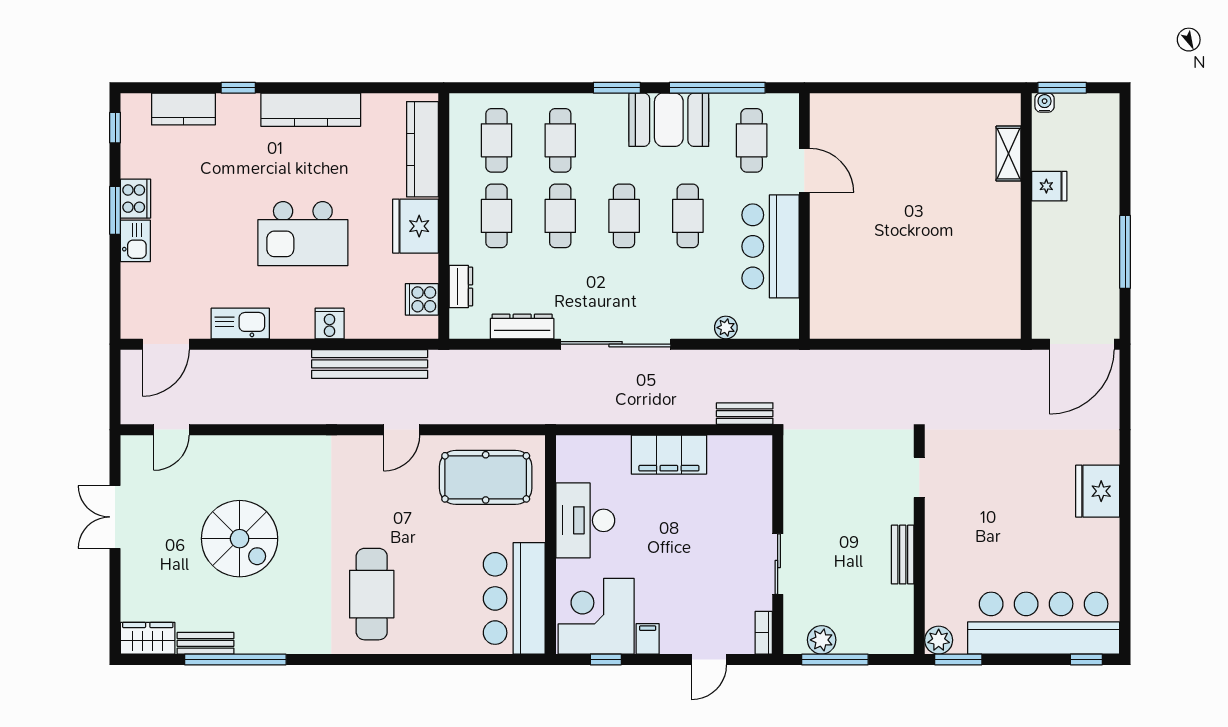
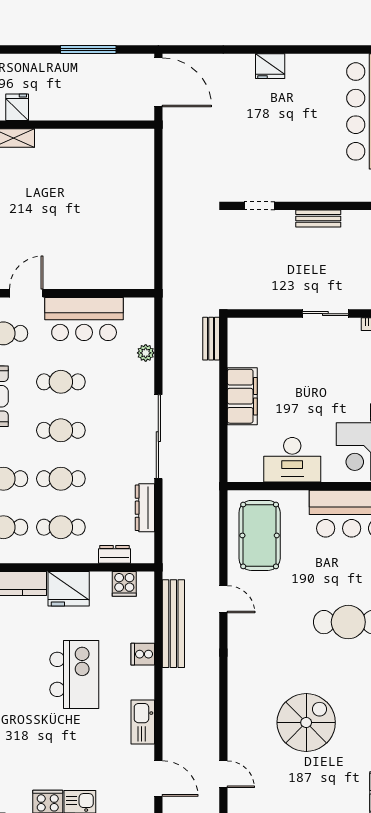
fridge: (1049, 186) -> (17, 107), moved
fridge: (1098, 491) -> (270, 66), width x0.73, depth x0.75

